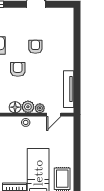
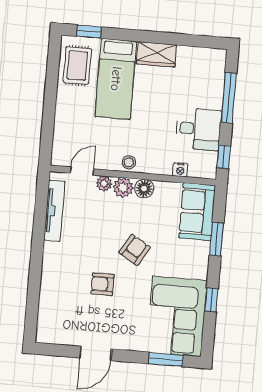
armchair: (35, 47) -> (103, 284), turned 90
armchair: (18, 69) -> (135, 250), turned -149

